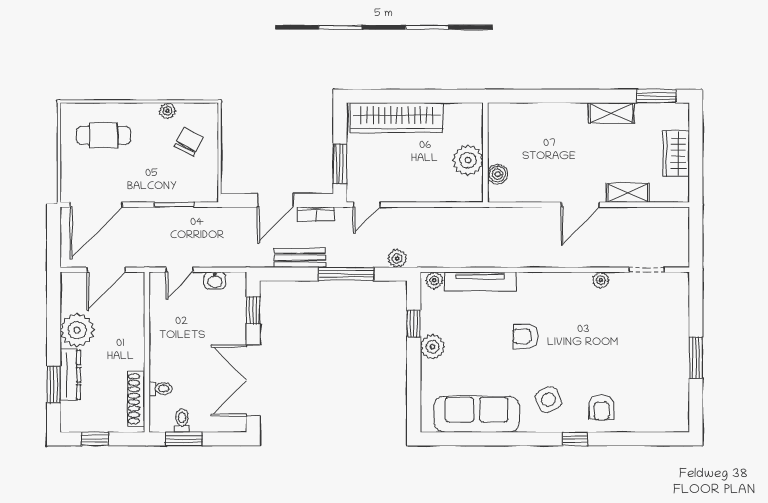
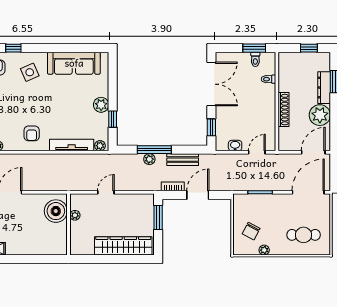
plant: (468, 160) -> (75, 215), width x0.53, depth x0.53
boiler: (497, 174) -> (56, 211), width x1.86, depth x1.86
door: (367, 205) -> (106, 192), moved
plant: (397, 258) -> (149, 159), moved
door: (106, 270) -> (313, 152), moved
armchair: (525, 336) -> (32, 133), moved, turned 90
shoe rack: (136, 399) -> (284, 110), moved

